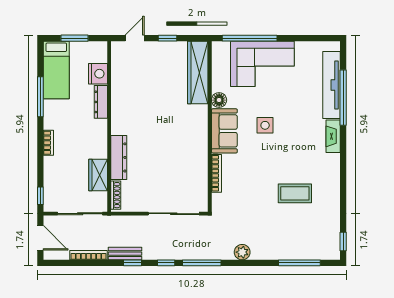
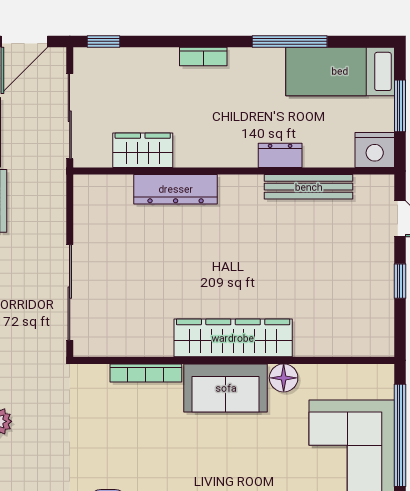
wardrobe: (198, 73) -> (233, 338), moved
nightstand: (98, 74) -> (375, 150), moved
bench: (117, 87) -> (309, 187), added
dresser: (101, 102) -> (280, 155), width x0.70
side table: (265, 125) -> (236, 465), removed
shoe rack: (116, 195) -> (105, 184), removed

